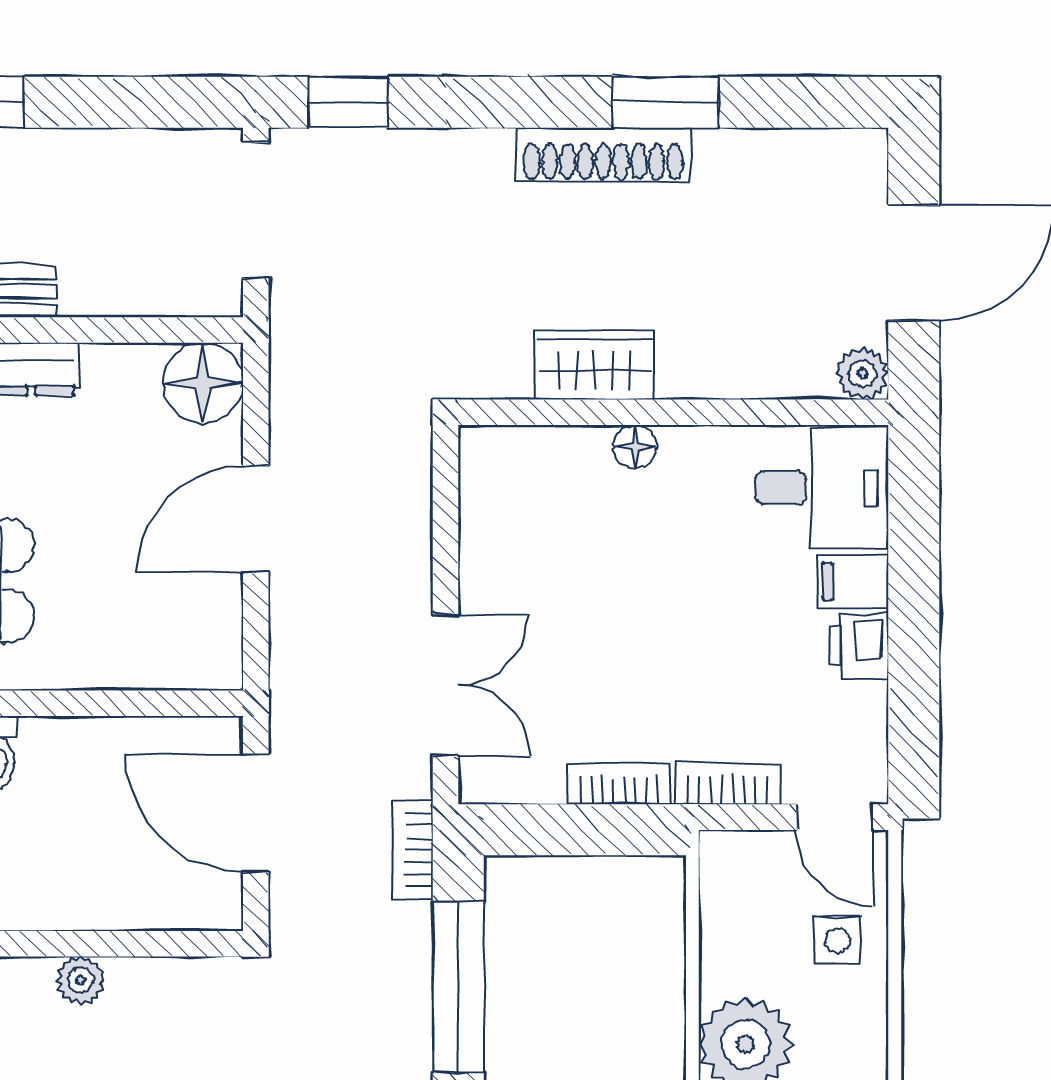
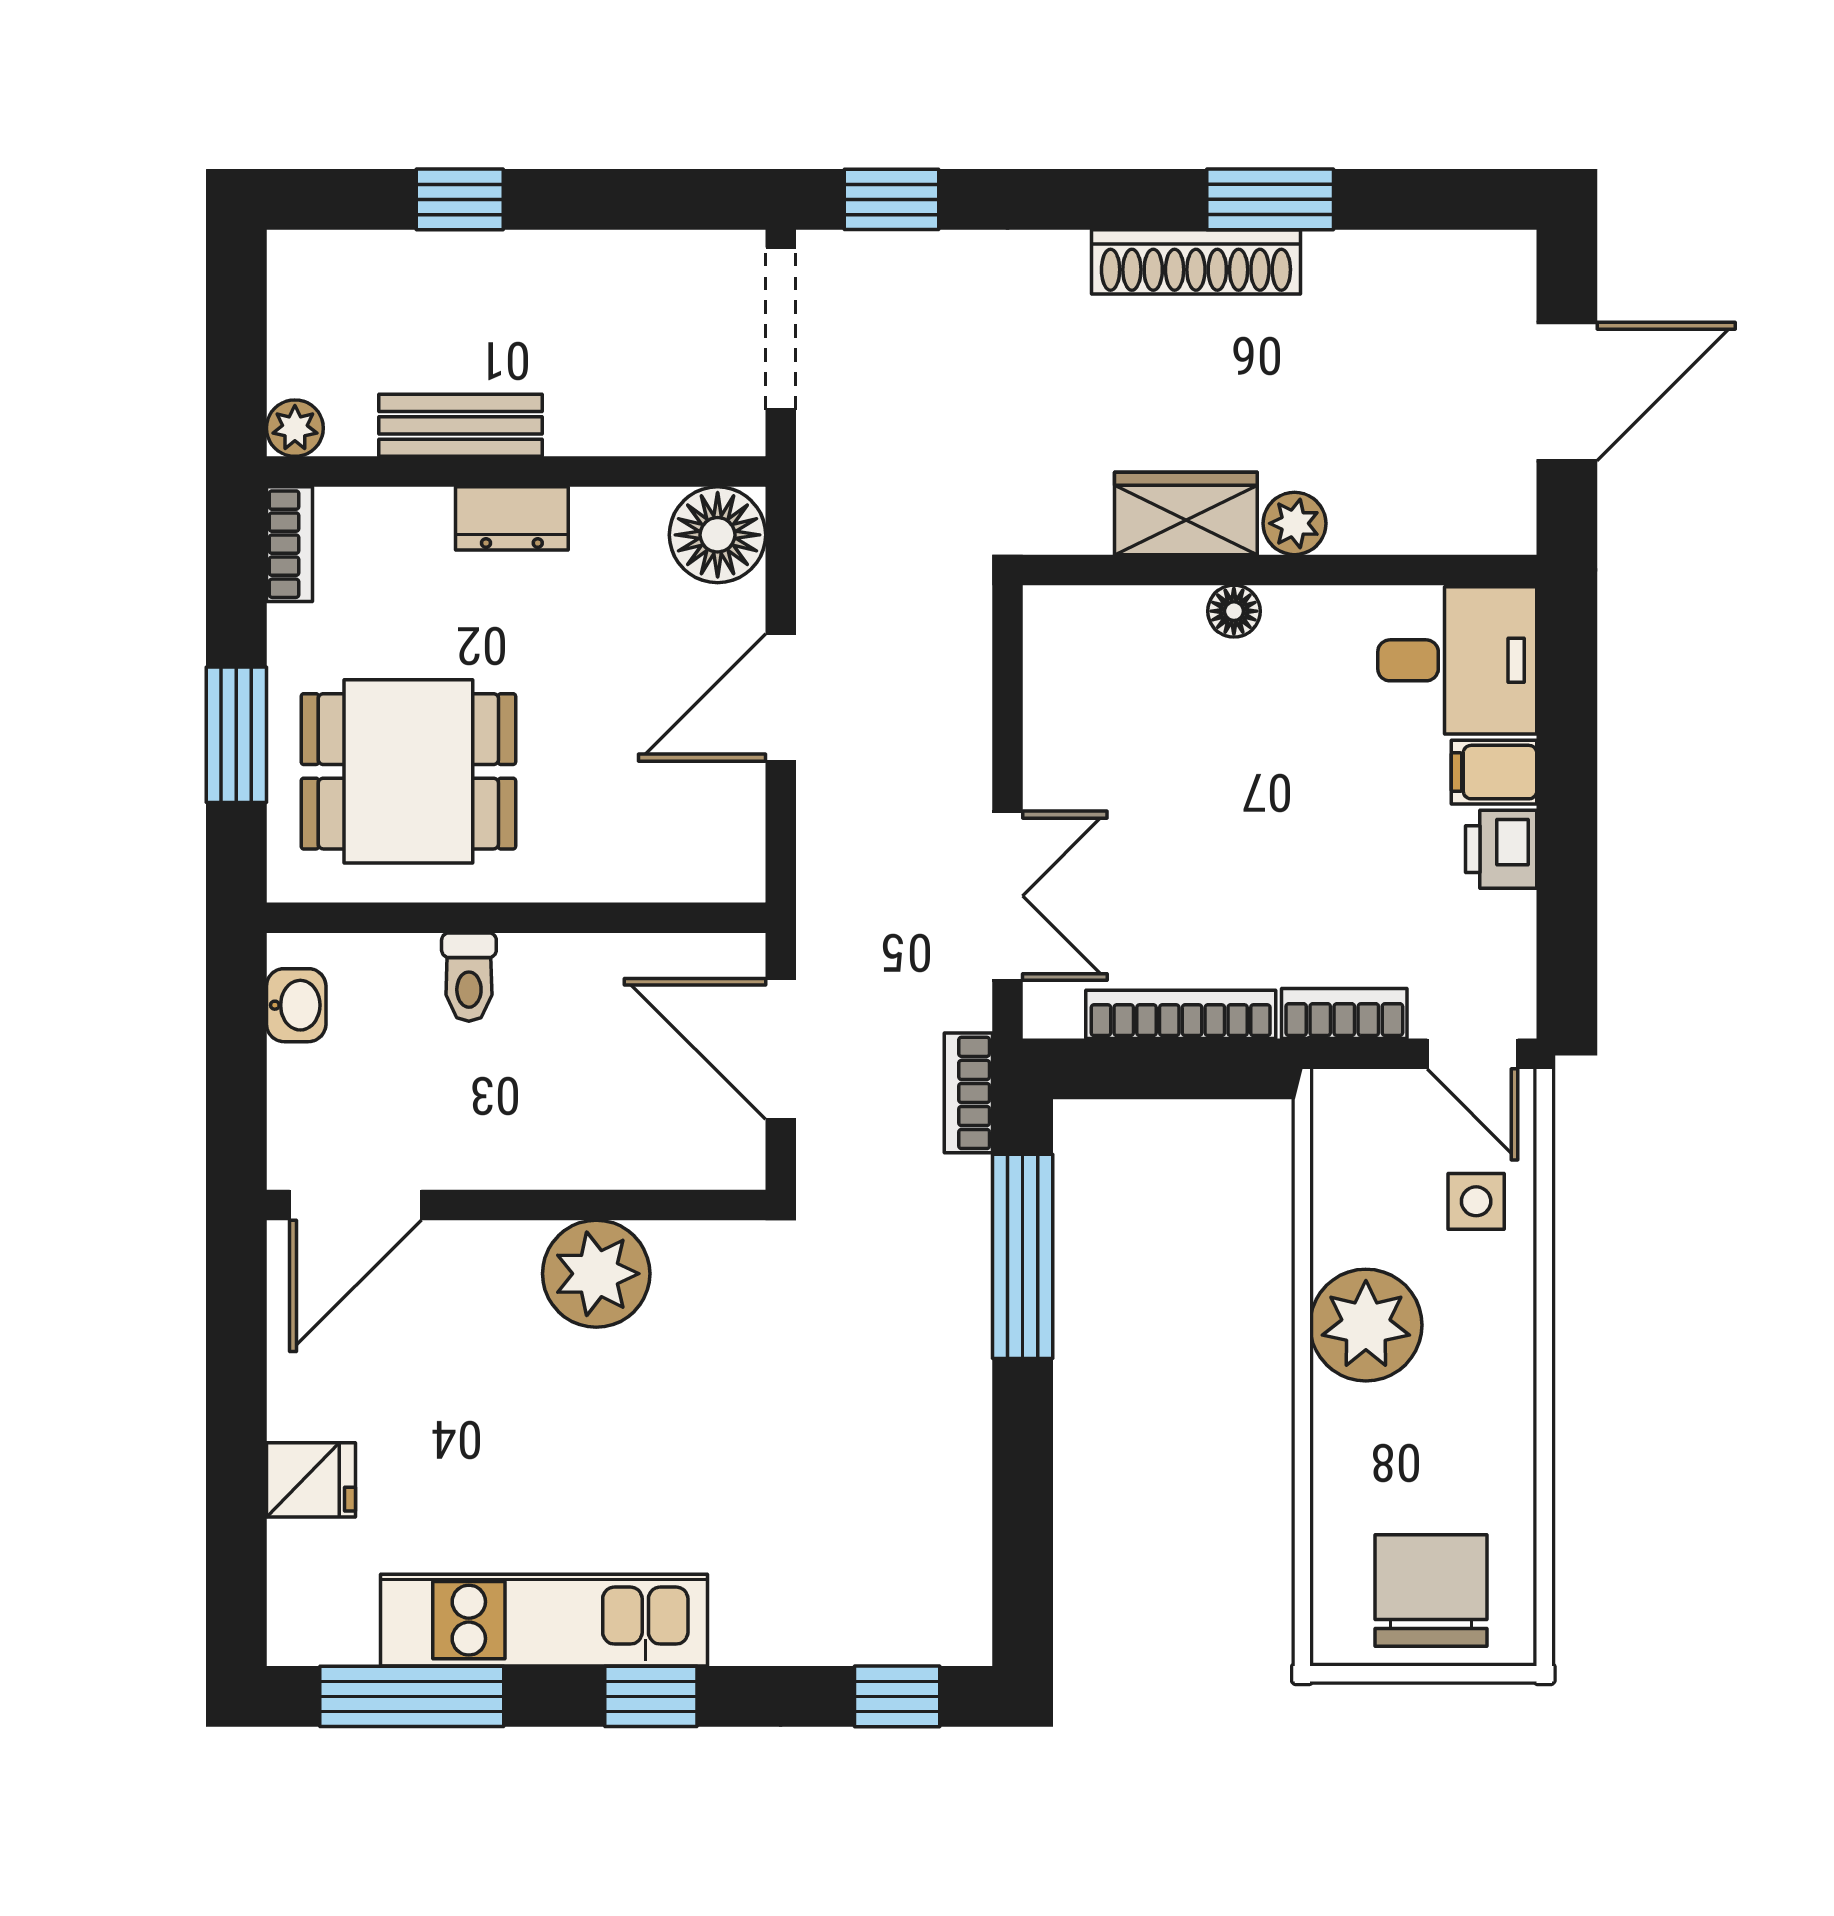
plant: (862, 373) -> (1294, 523), moved
bookcase: (619, 784) -> (1181, 1014), width x1.56
plant: (80, 980) -> (596, 1274), width x1.88, depth x1.88

